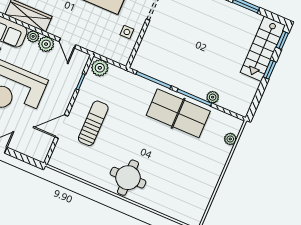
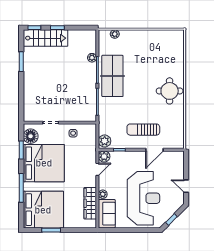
plant: (46, 44) -> (104, 156), moved
door: (61, 127) -> (155, 150), hinge flipped

